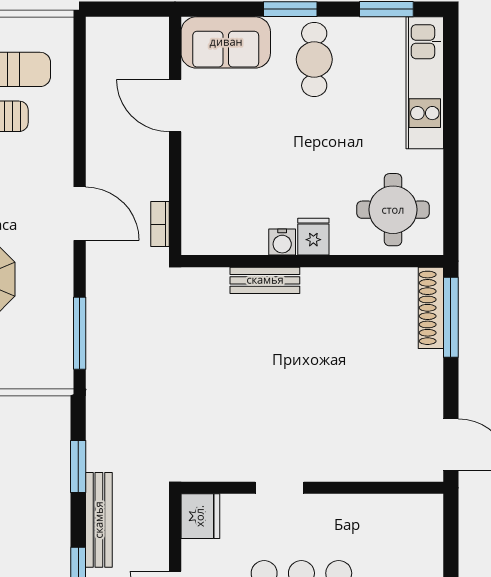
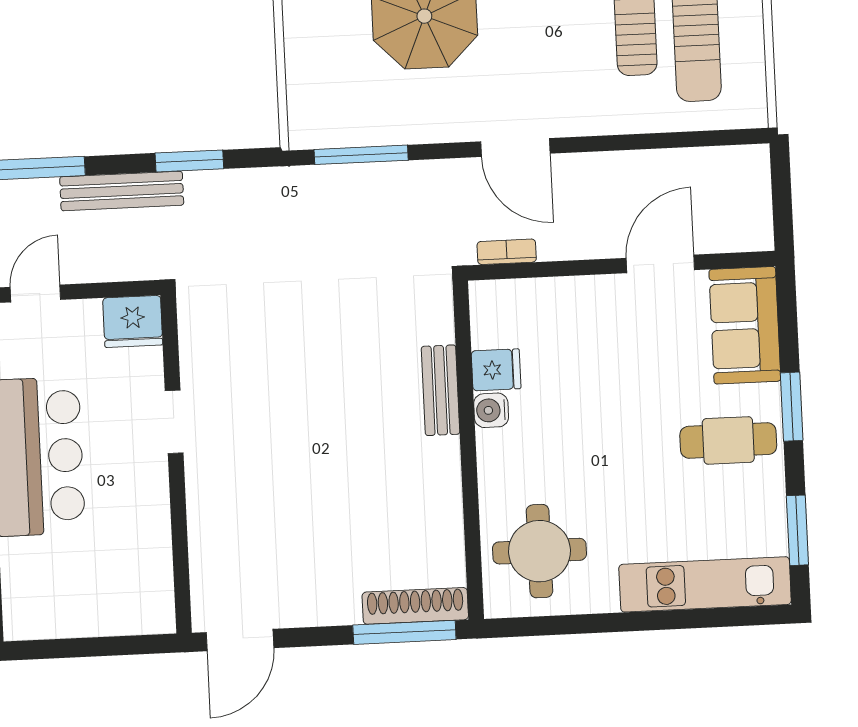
door: (80, 214) -> (515, 148), hinge flipped
fridge: (313, 237) -> (496, 370), moved

